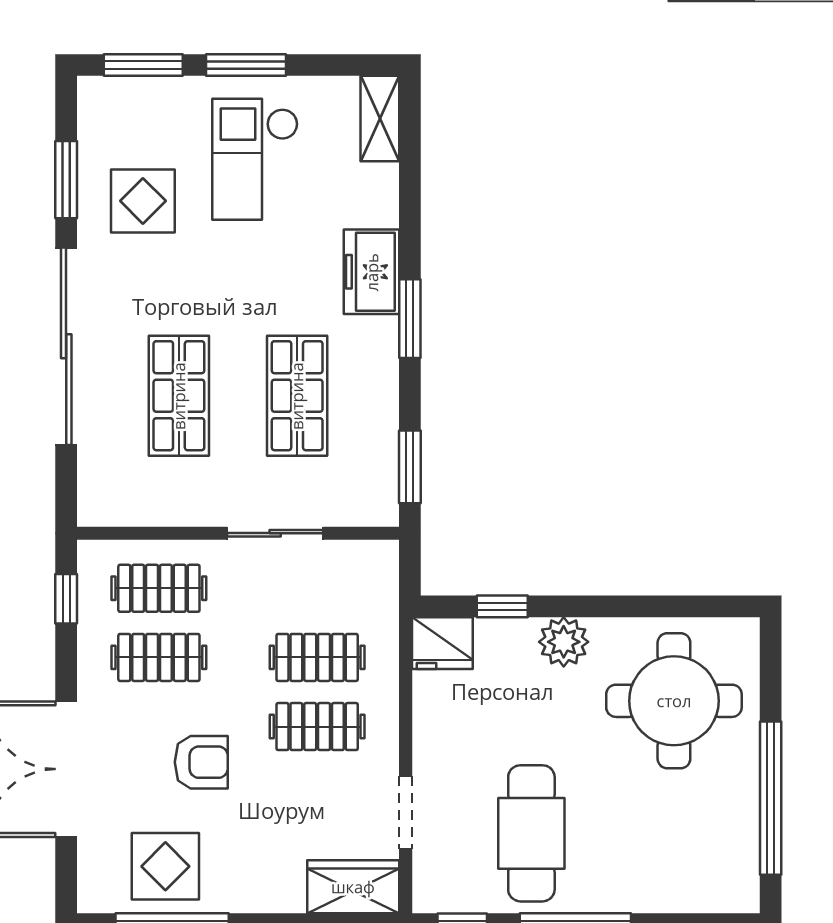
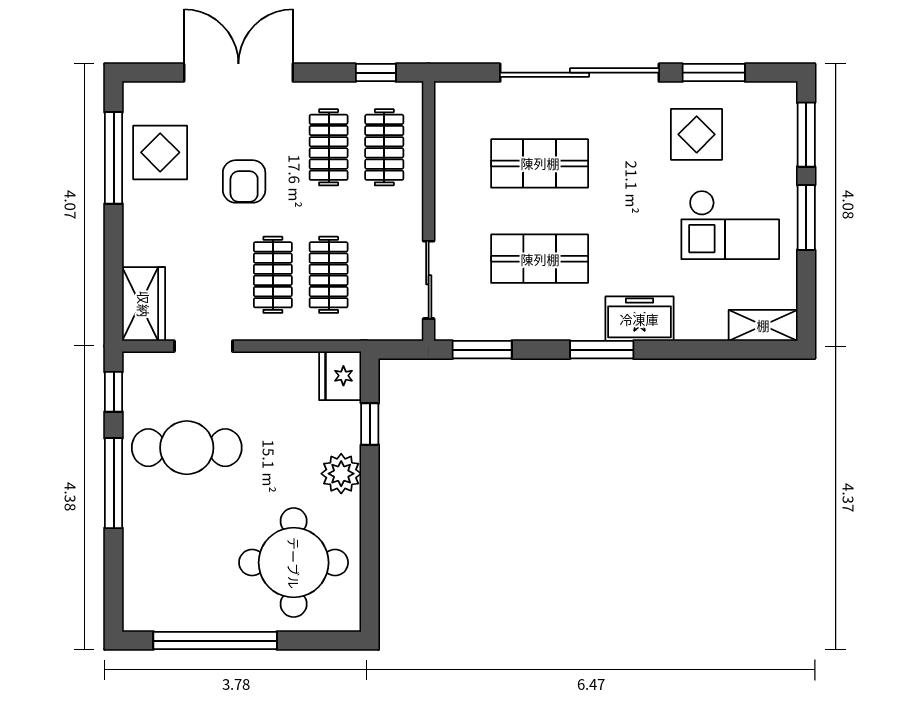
checkout: (255, 159) -> (730, 225), turned 180
sliding door: (275, 533) -> (429, 280), moved

